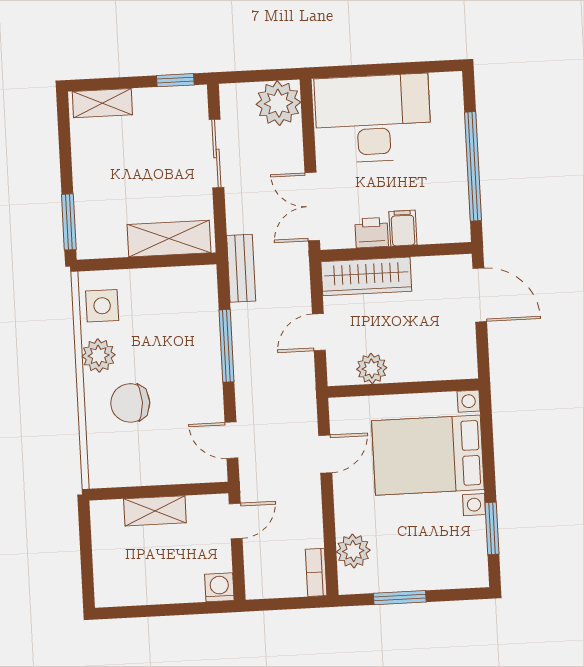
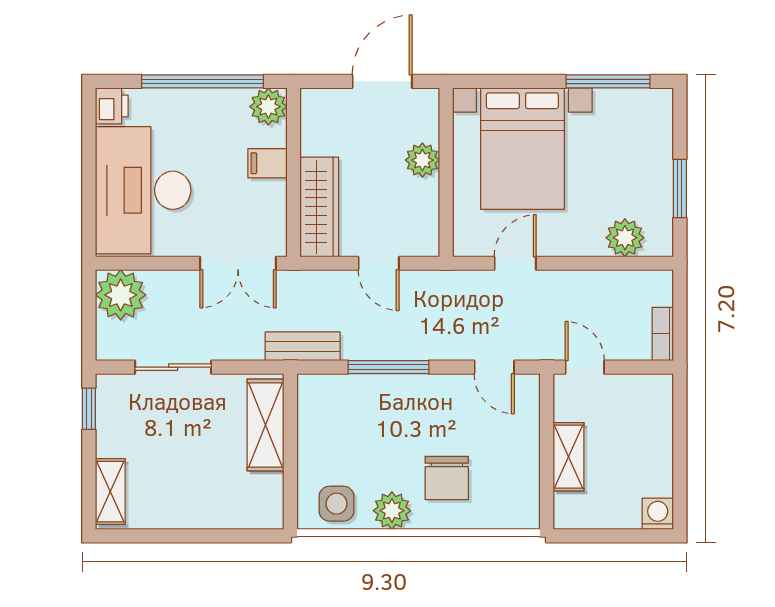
window: (69, 222) -> (241, 536), removed
plant: (454, 226) -> (268, 107), added
printer: (372, 233) -> (112, 106), moved, turned 180
door: (480, 295) -> (382, 81), moved
plant: (372, 369) -> (422, 160), moved
door: (231, 440) -> (494, 367), hinge flipped
door: (325, 454) -> (515, 263), hinge flipped
window: (492, 528) -> (608, 81), width x1.44
bookcase: (316, 572) -> (663, 334), moved, turned 90
washing machine: (219, 587) -> (658, 514), moved, turned 90

